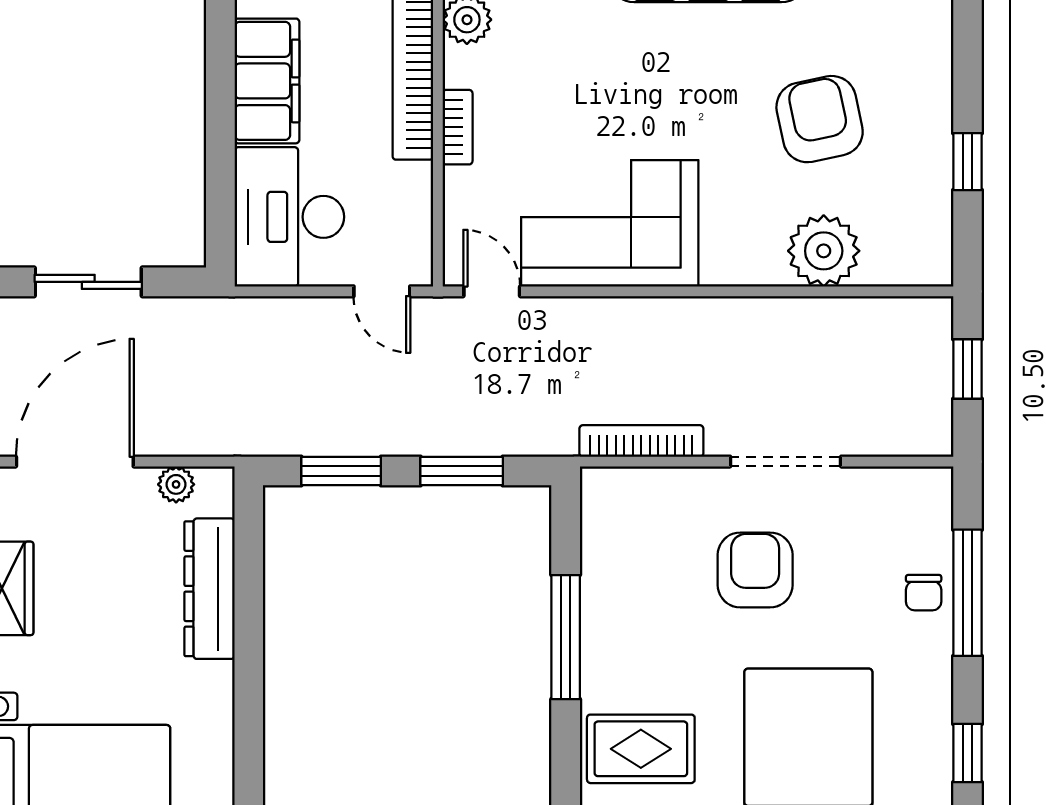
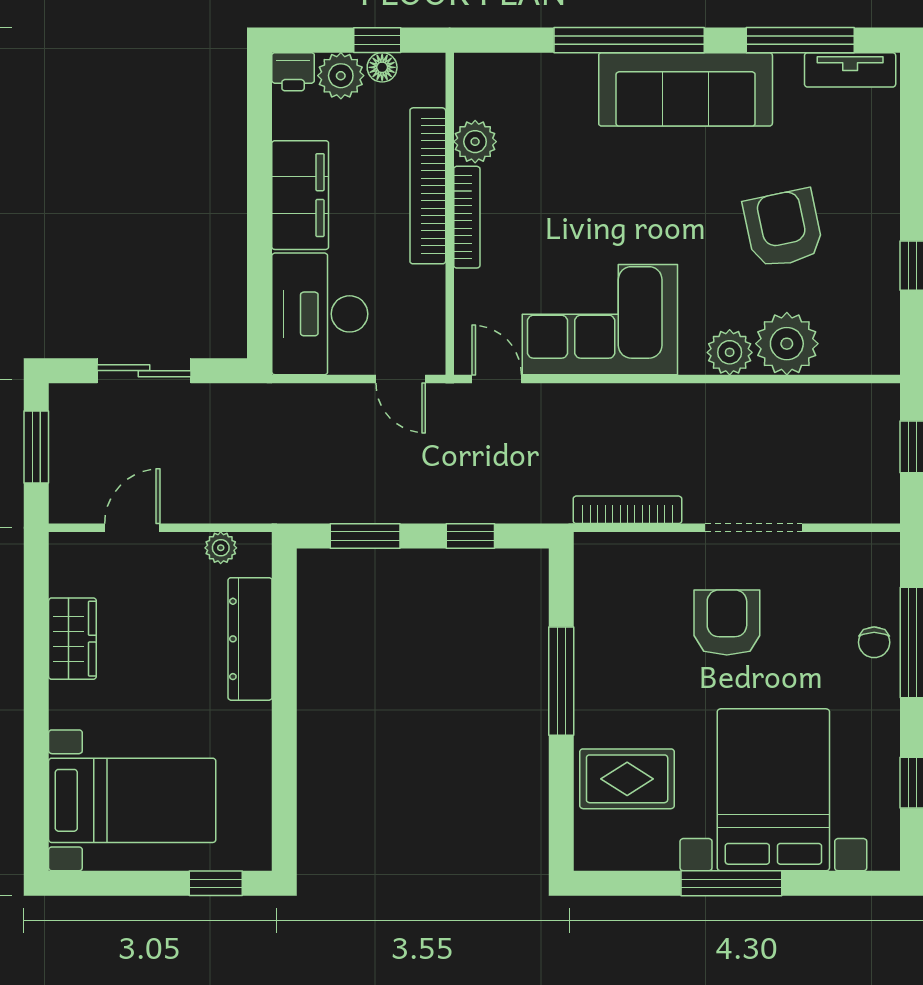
bookcase: (458, 127) -> (467, 217), width x1.56
plant: (758, 261) -> (730, 352), added
door: (75, 462) -> (132, 528), width x0.53
window: (462, 471) -> (470, 536), width x0.67

